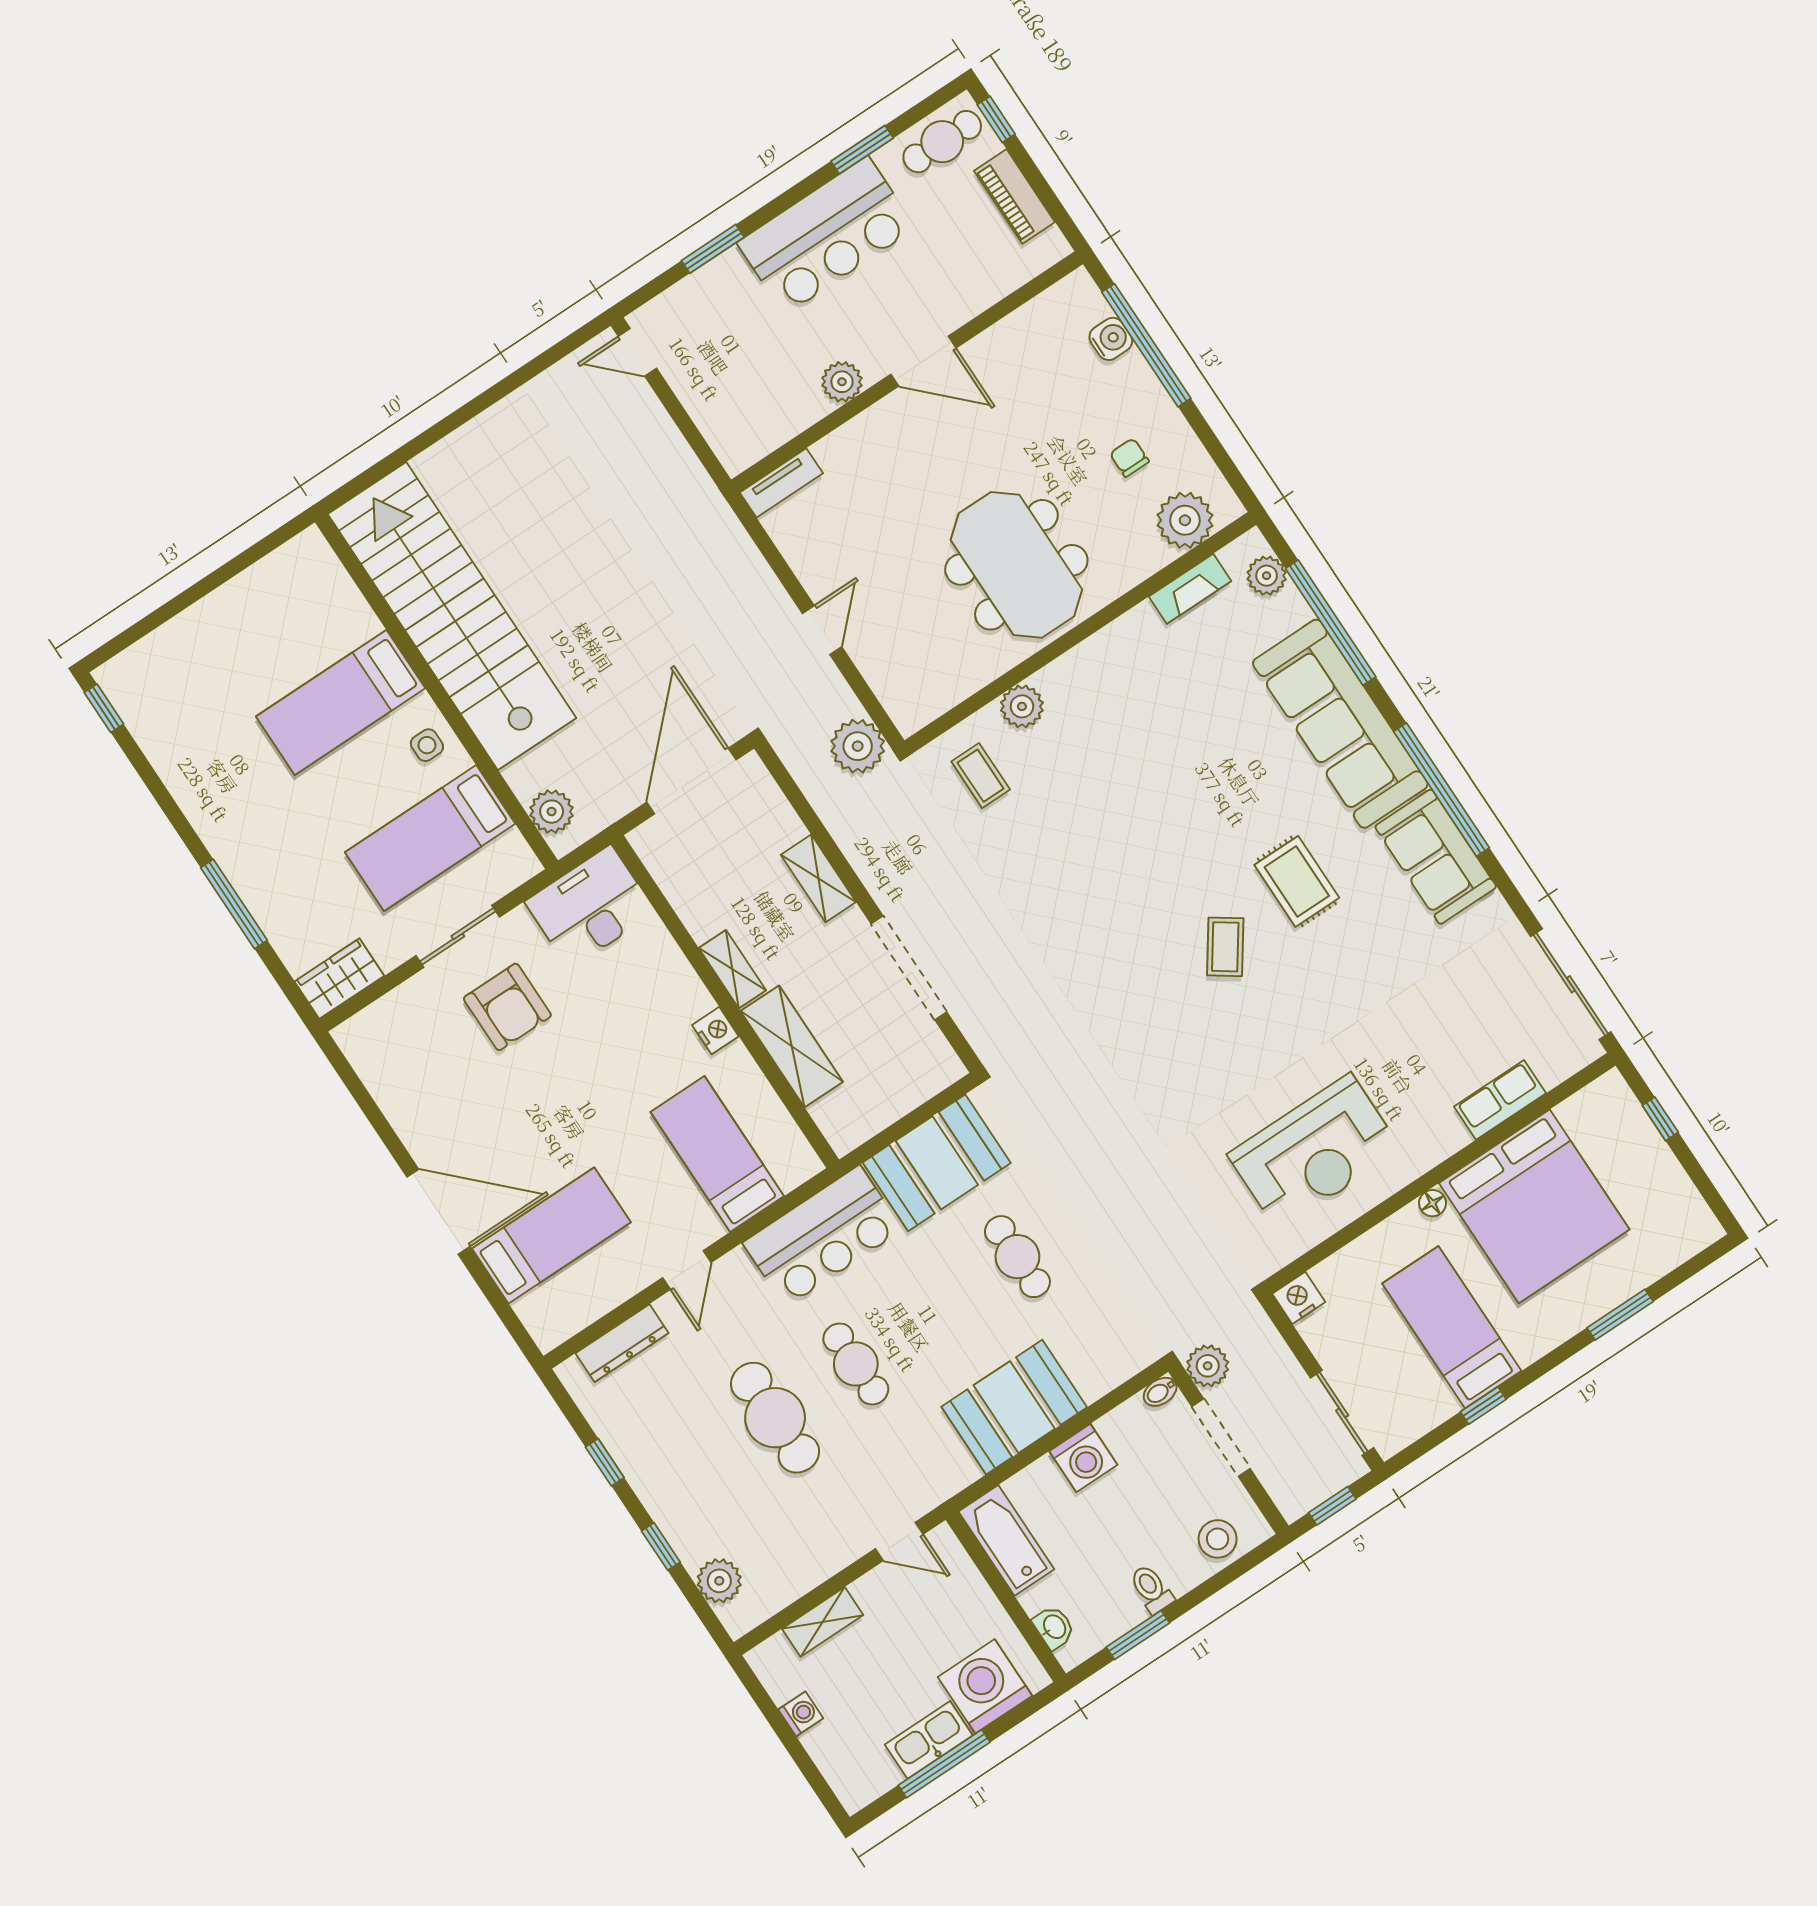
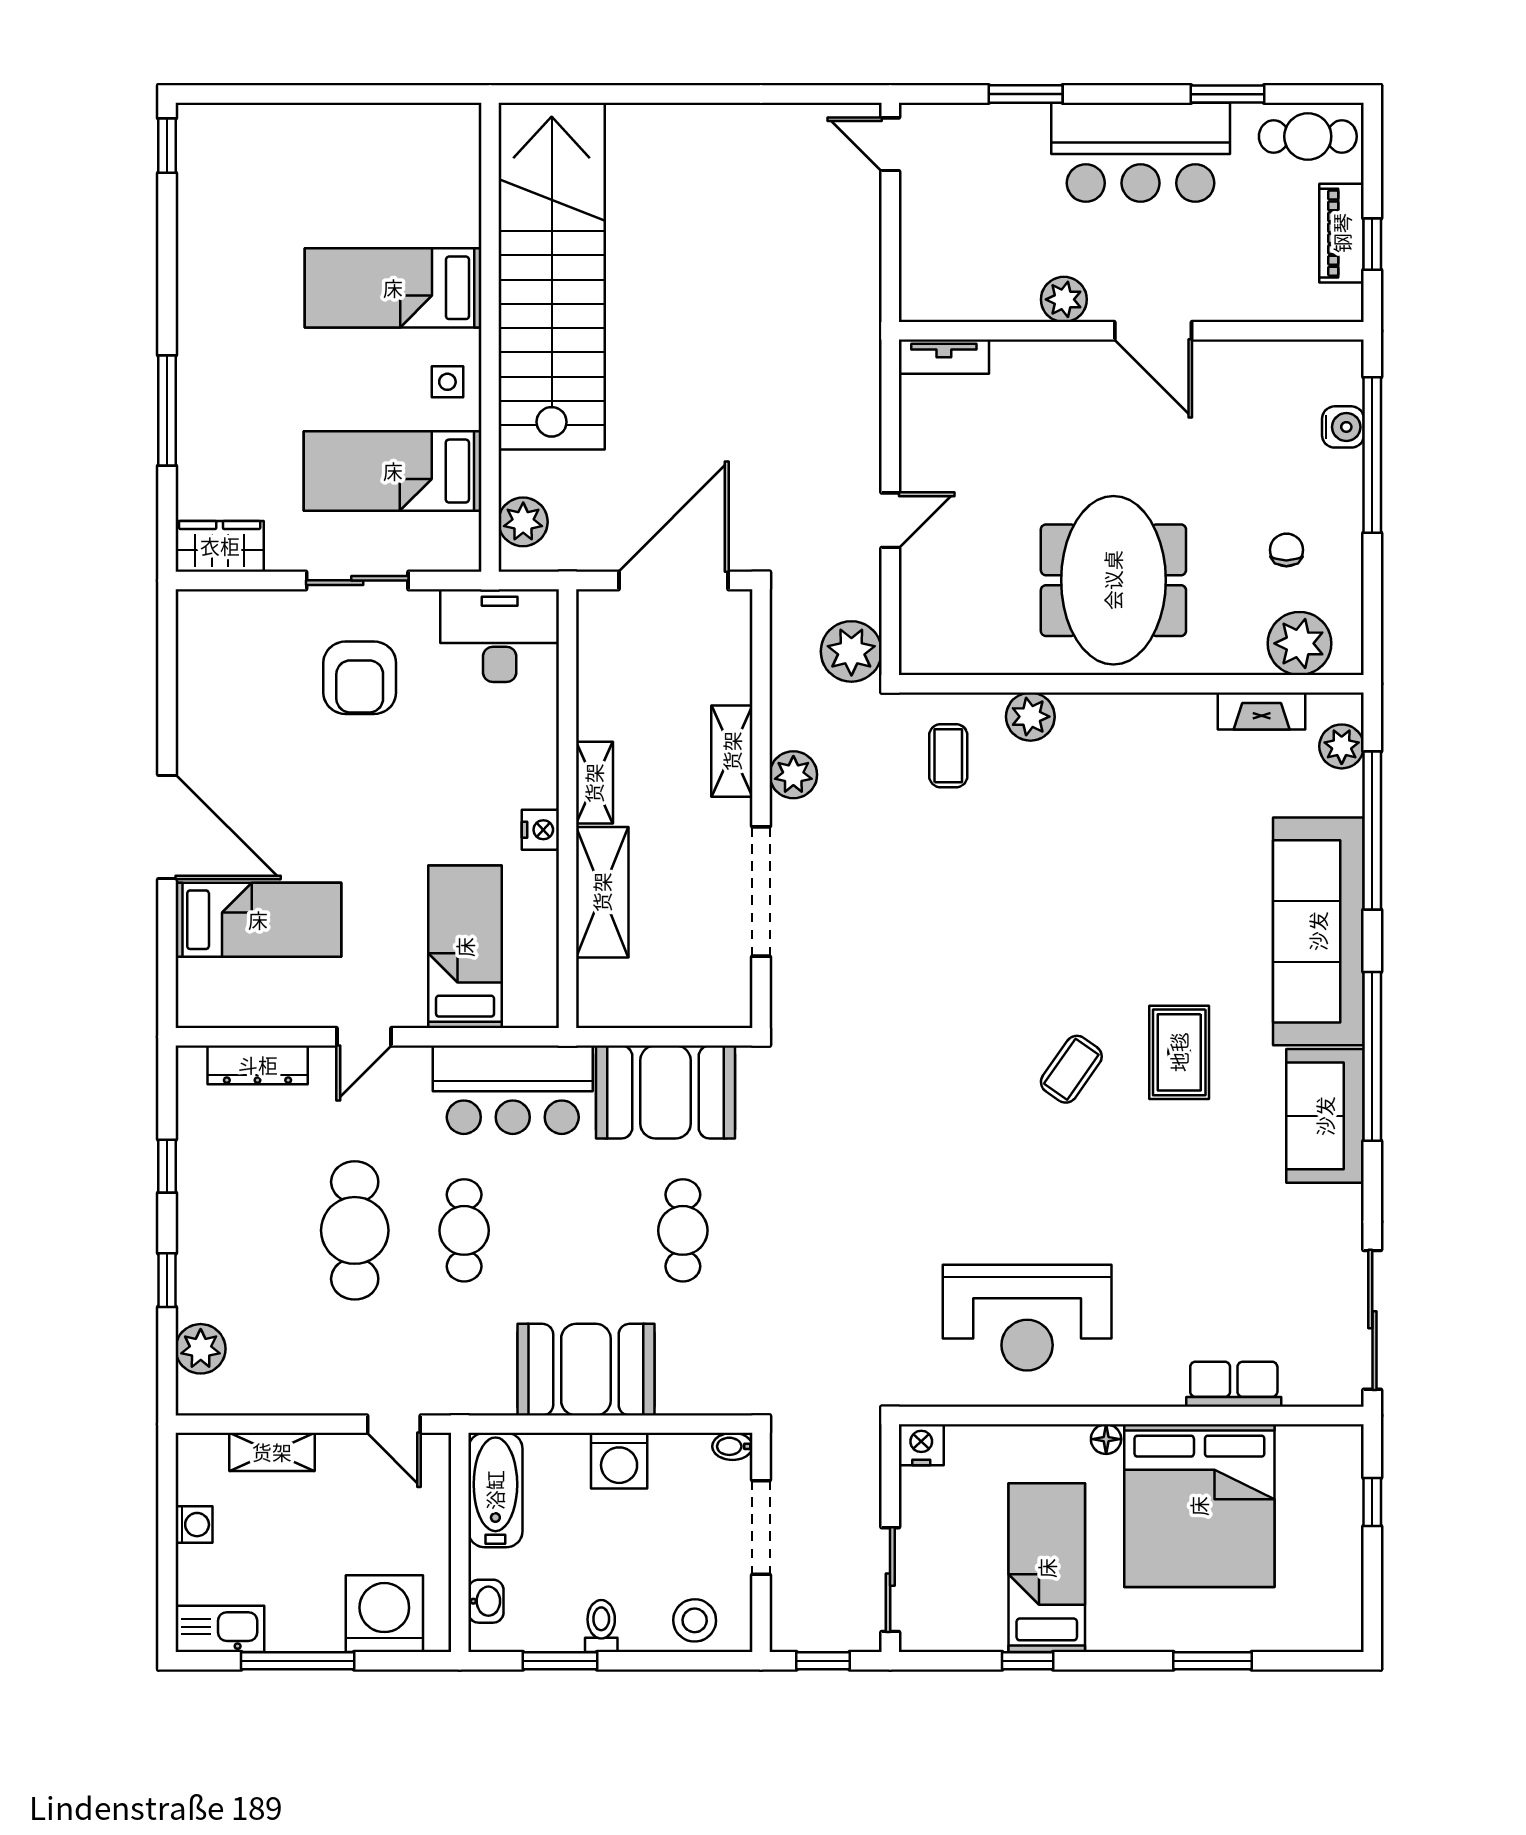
window: (996, 119) -> (1372, 244), moved
plant: (1208, 1366) -> (793, 775), moved
kitchen sink: (929, 1740) -> (220, 1629), moved

